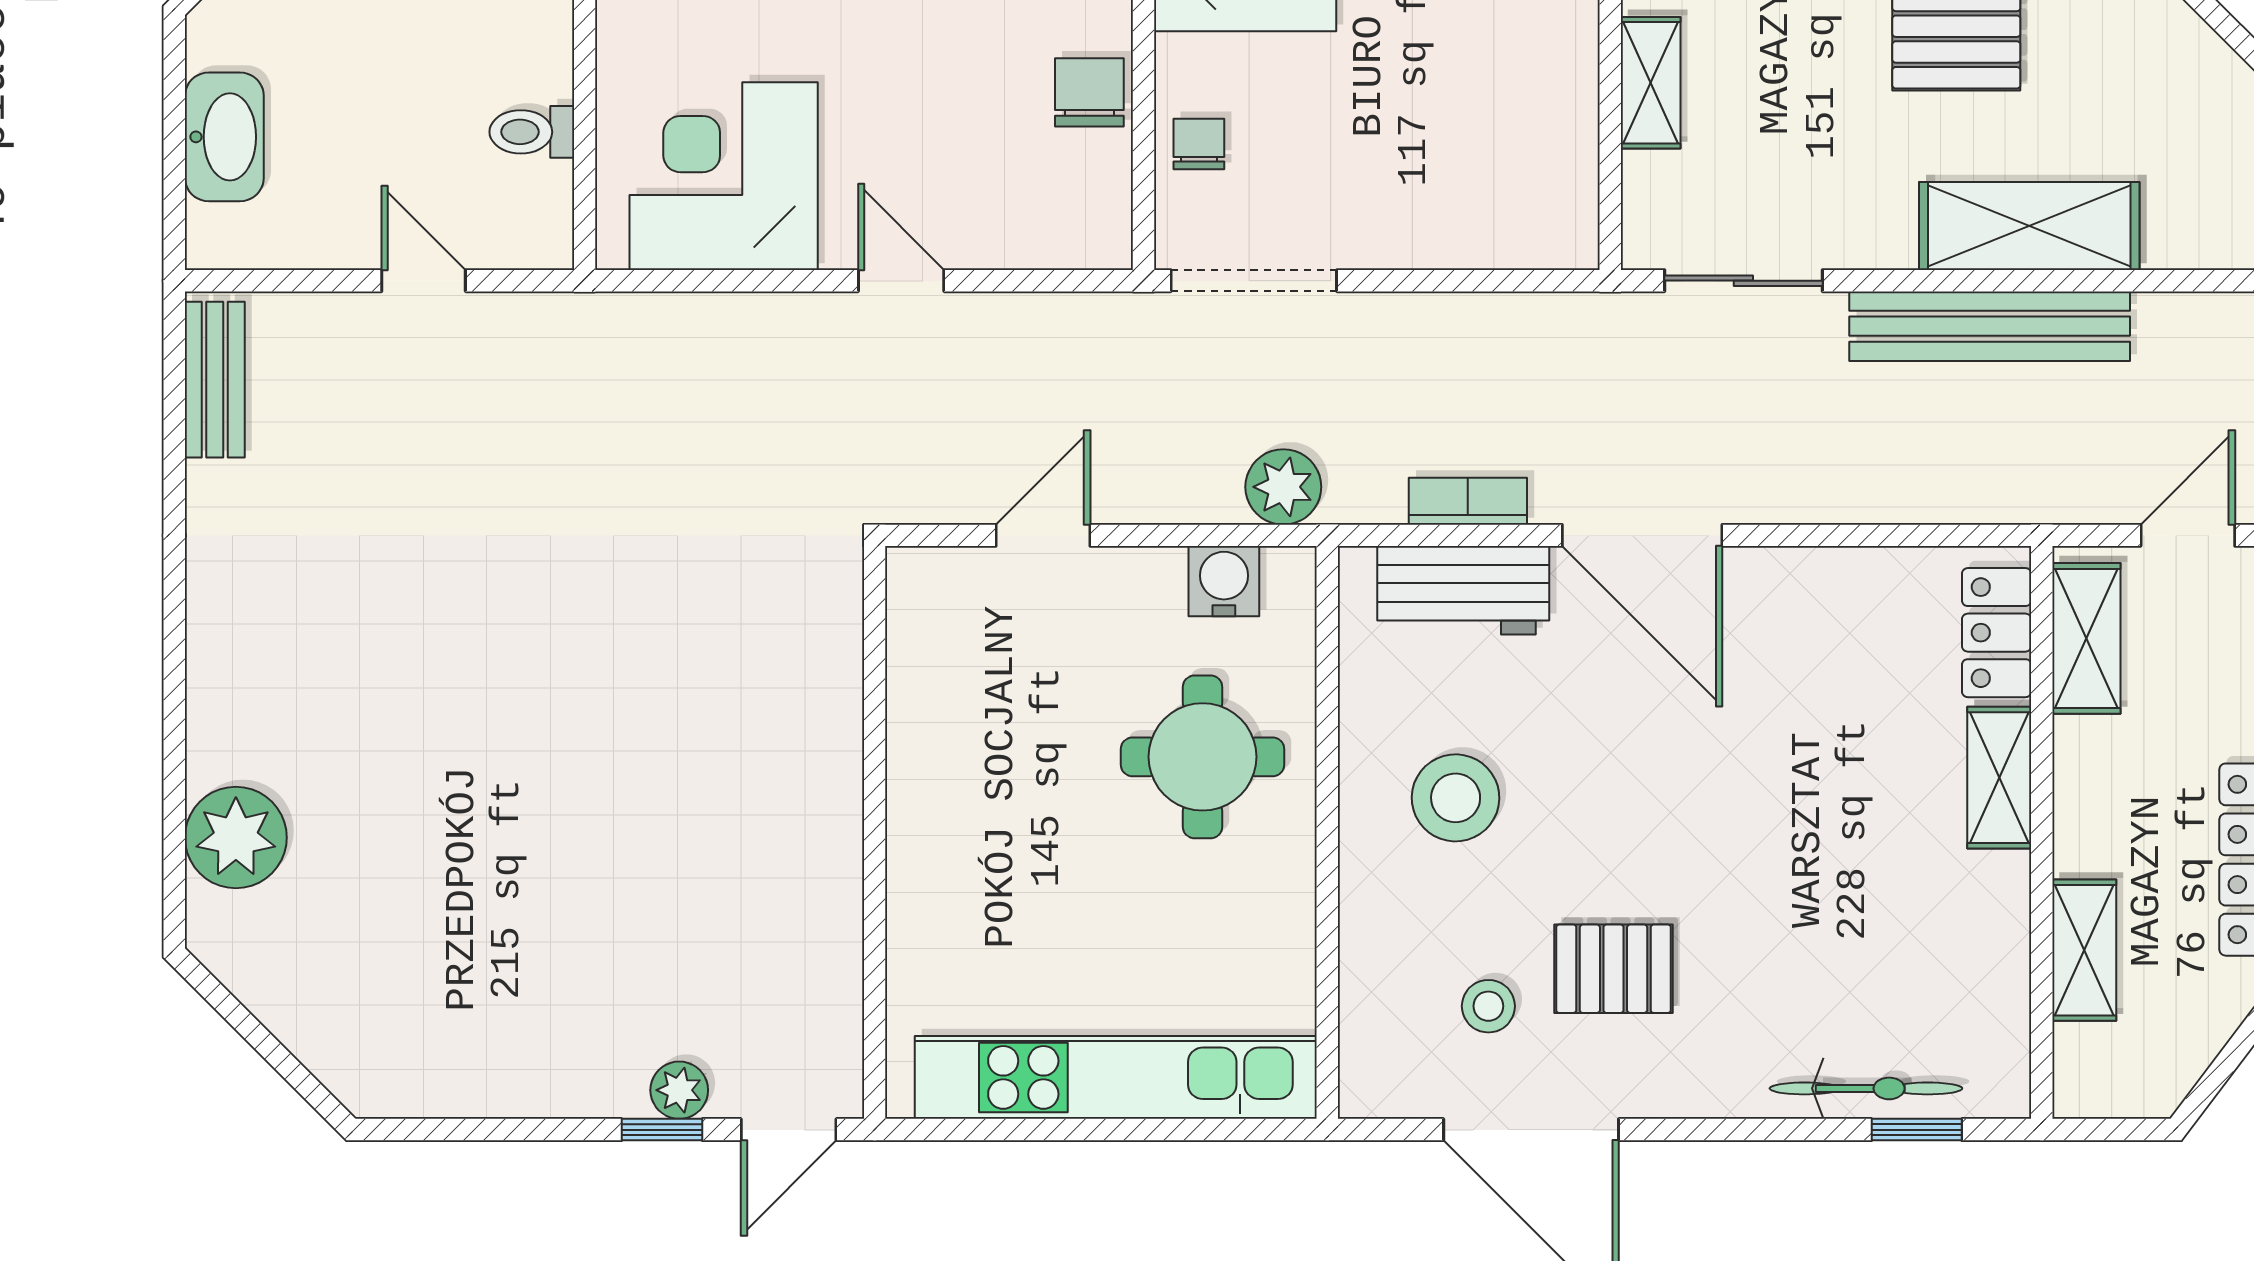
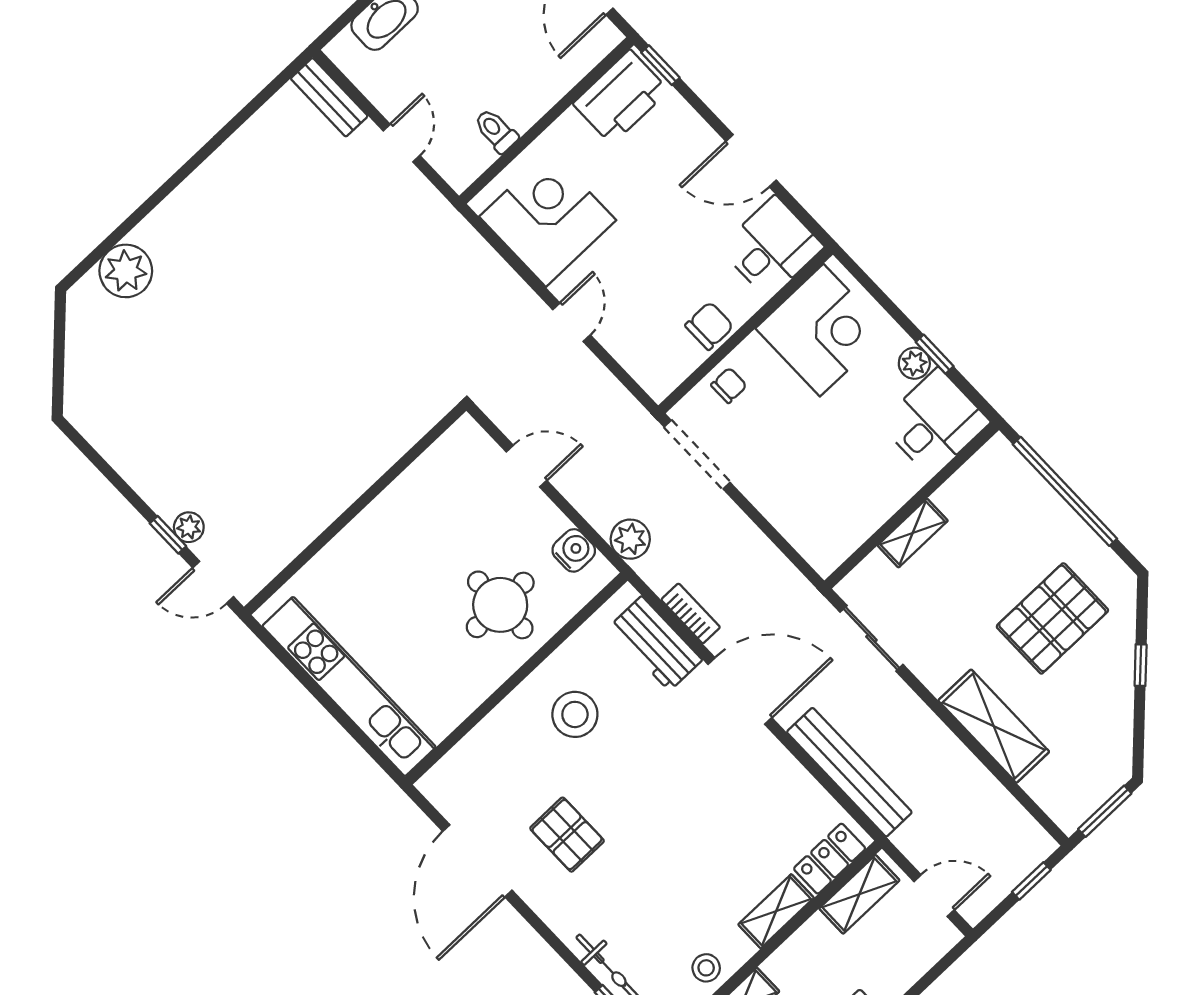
bench: (1990, 326) -> (849, 772), moved
bench: (215, 380) -> (329, 97), moved, turned 90
door: (1642, 535) -> (740, 691), swing flipped
stool: (1488, 1006) -> (706, 968), moved

